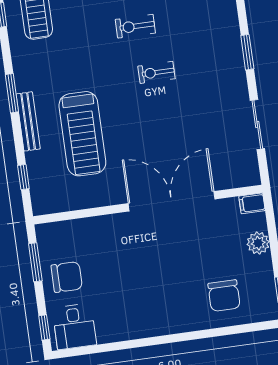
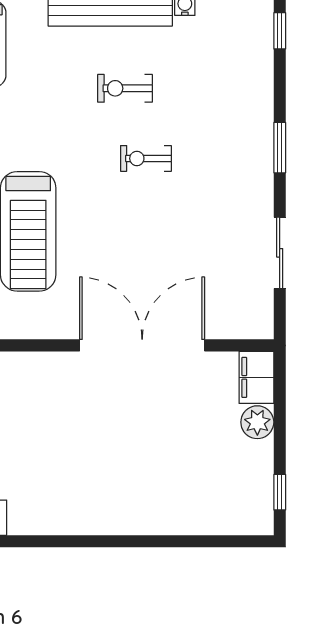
filing cabinet: (252, 203) -> (256, 377), width x2.00
chair: (224, 296) -> (198, 491), removed

